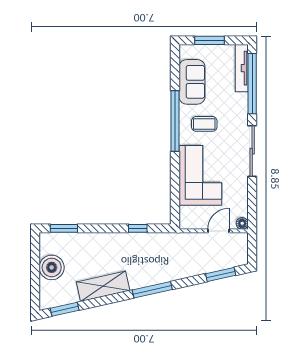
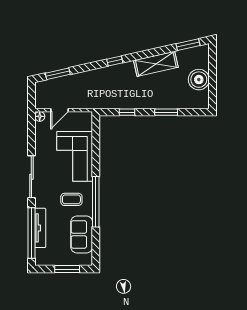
tv unit: (242, 68) -> (40, 228), moved
window: (64, 228) -> (166, 112), moved
window: (152, 290) -> (115, 61), width x0.46

